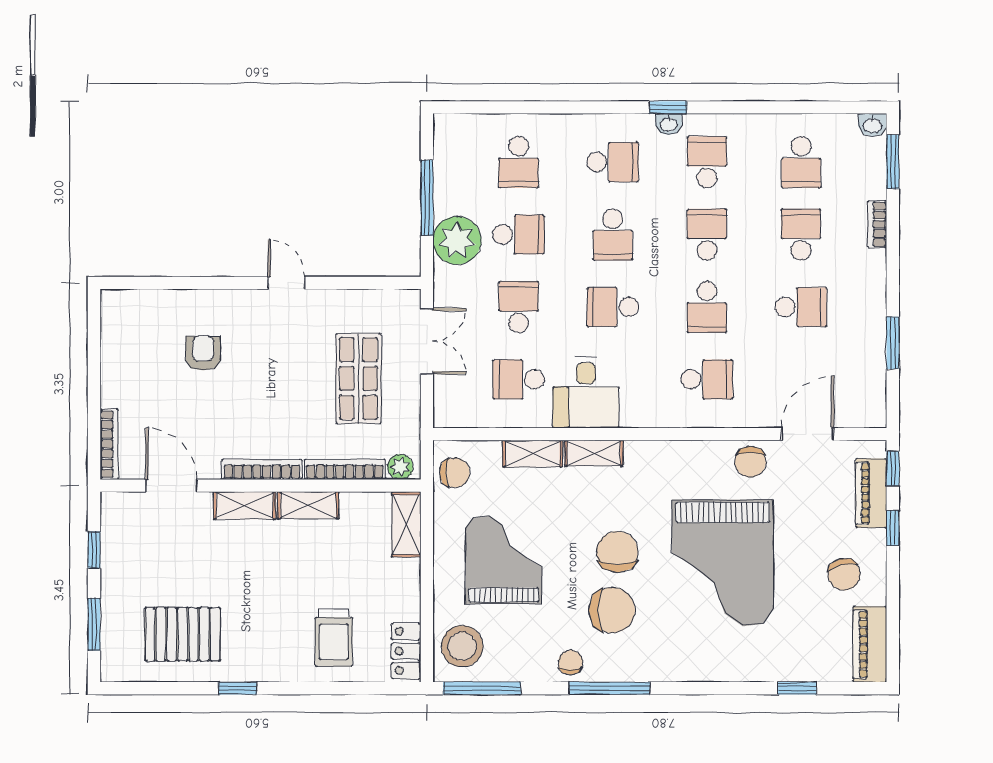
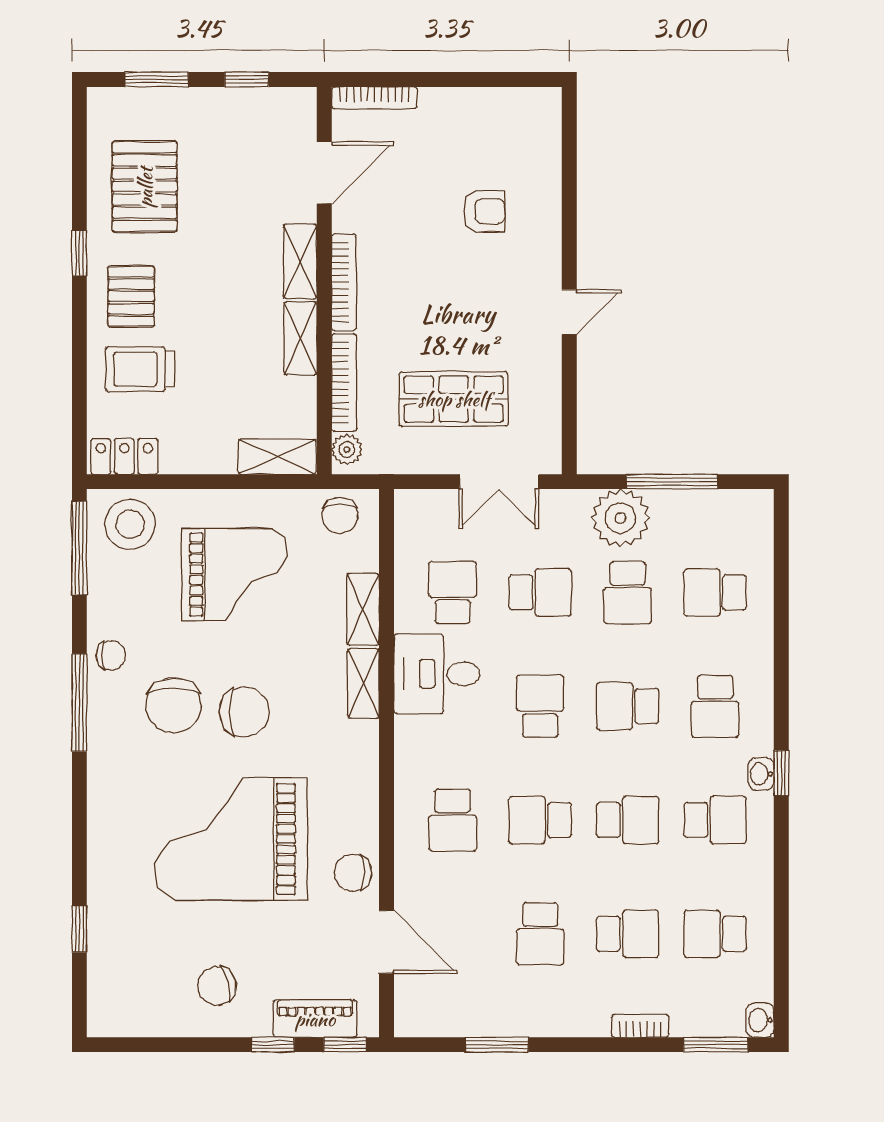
piano: (870, 644) -> (133, 1017), removed
pallet: (274, 645) -> (131, 296), added

